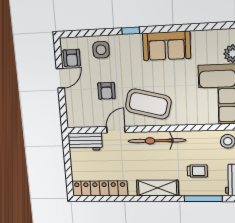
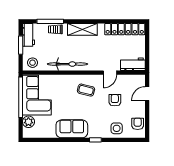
door: (60, 78) -> (147, 94), moved
coffee table: (148, 104) -> (86, 90), width x0.54, depth x0.58
bicycle: (157, 141) -> (67, 64), moved
trolley: (197, 171) -> (55, 29), moved

